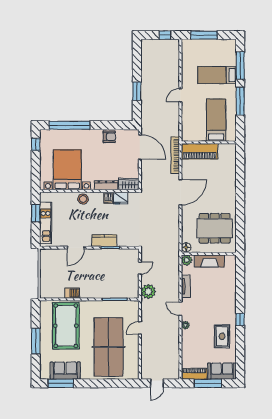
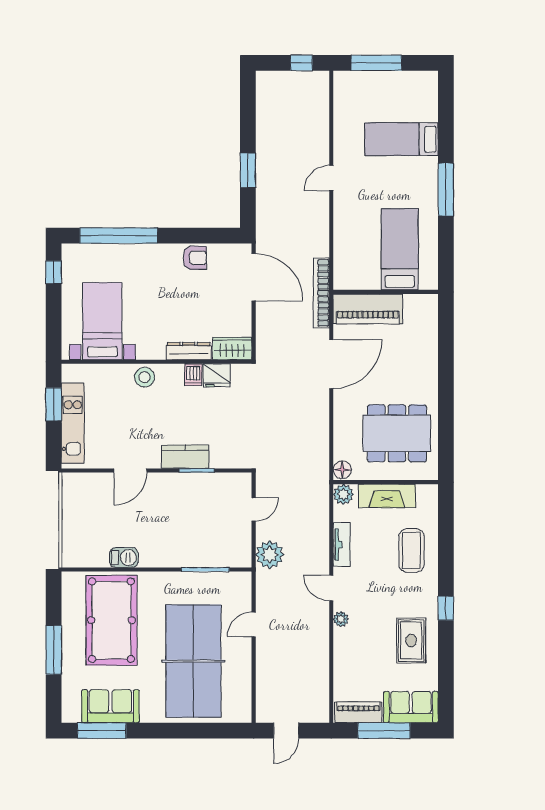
window: (240, 65) -> (446, 121), removed
bed: (216, 120) -> (400, 249), moved
wall: (209, 142) -> (386, 292), moved
piano: (200, 151) -> (368, 309), moved
bed with nightstands: (67, 170) -> (102, 321), width x0.73
coffee table: (222, 289) -> (411, 551), added

